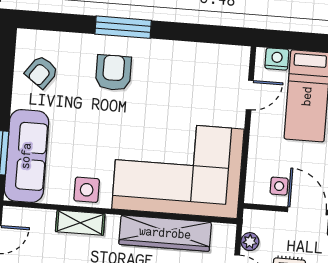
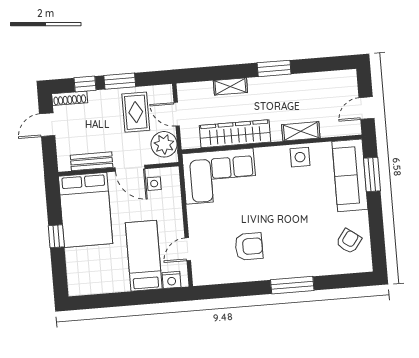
armchair: (113, 73) -> (249, 246), moved, turned -90
corner sofa: (178, 169) -> (220, 176), width x0.73, depth x0.74
plant: (250, 242) -> (164, 144), width x1.87, depth x1.87

